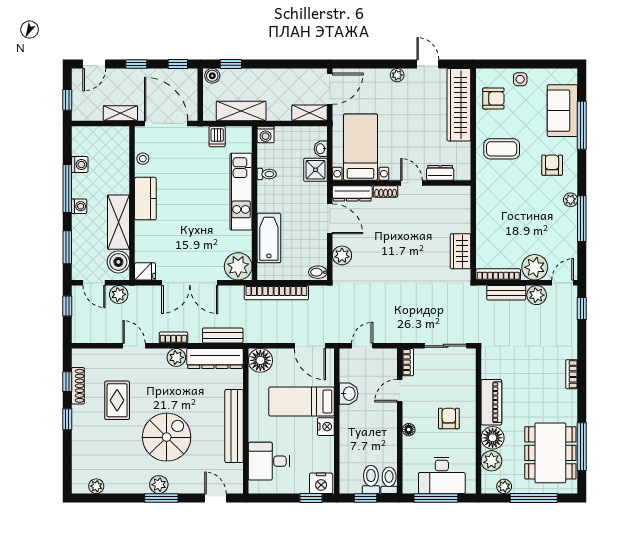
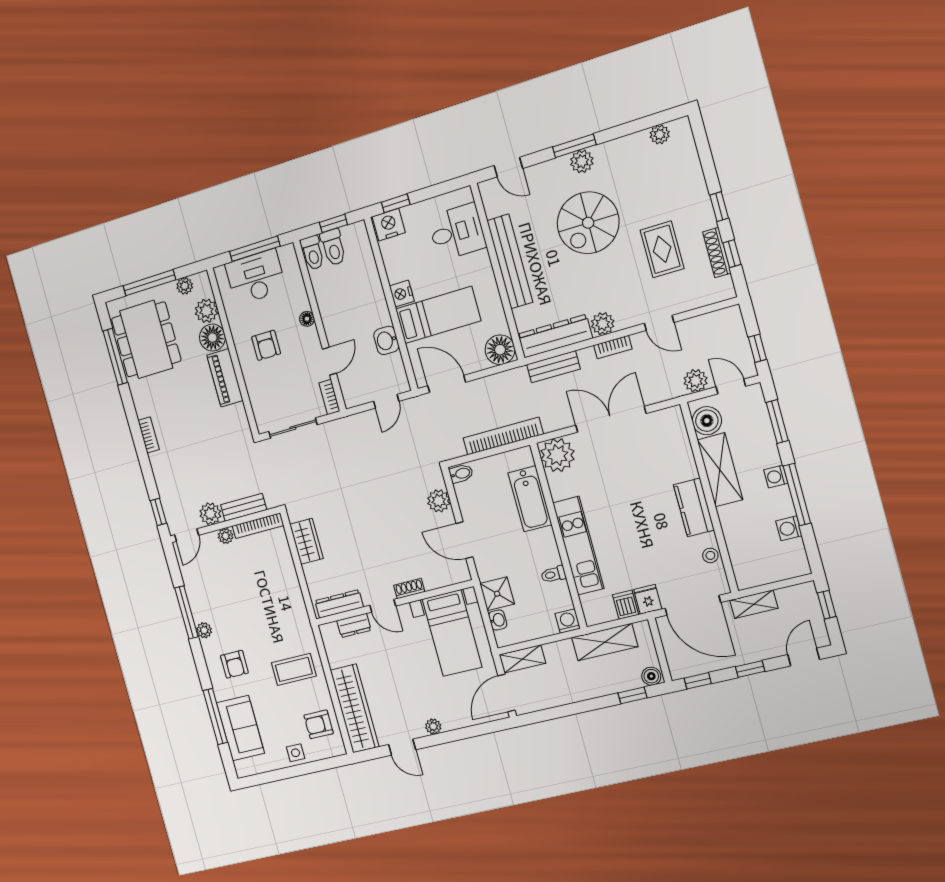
dresser: (352, 193) -> (339, 604), moved
plant: (535, 267) -> (226, 536), width x0.53, depth x0.53
fridge: (145, 271) -> (648, 599), moved, turned 90

